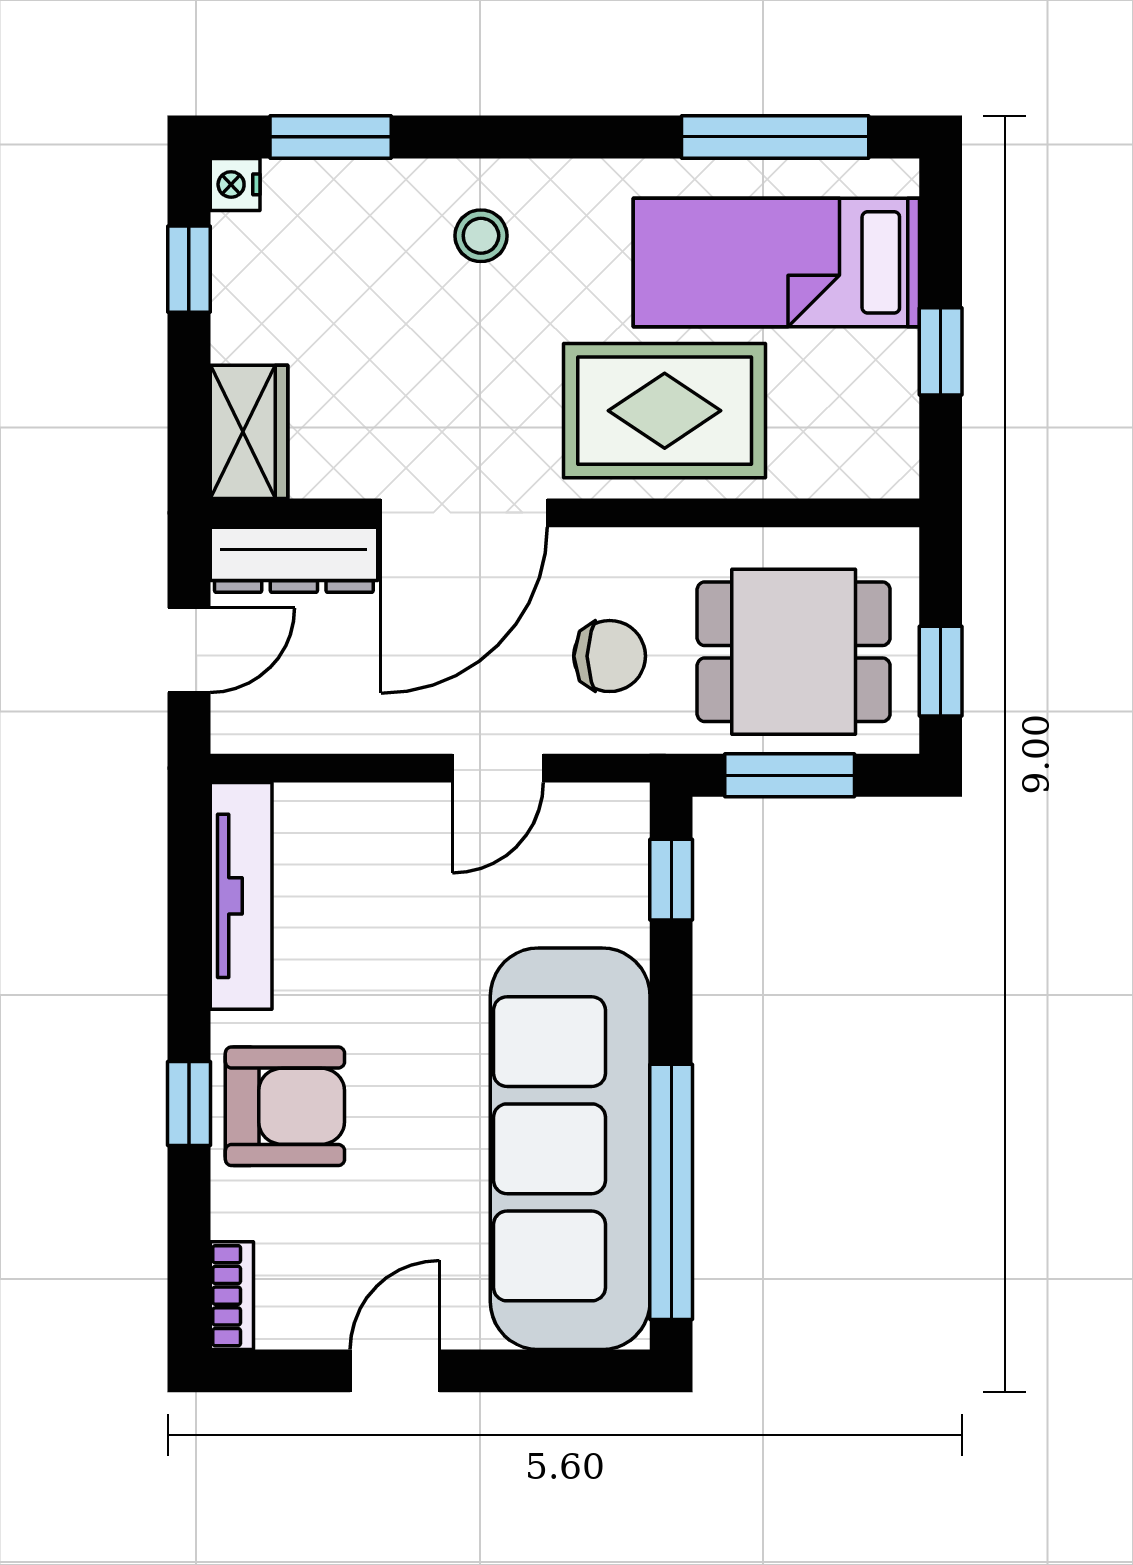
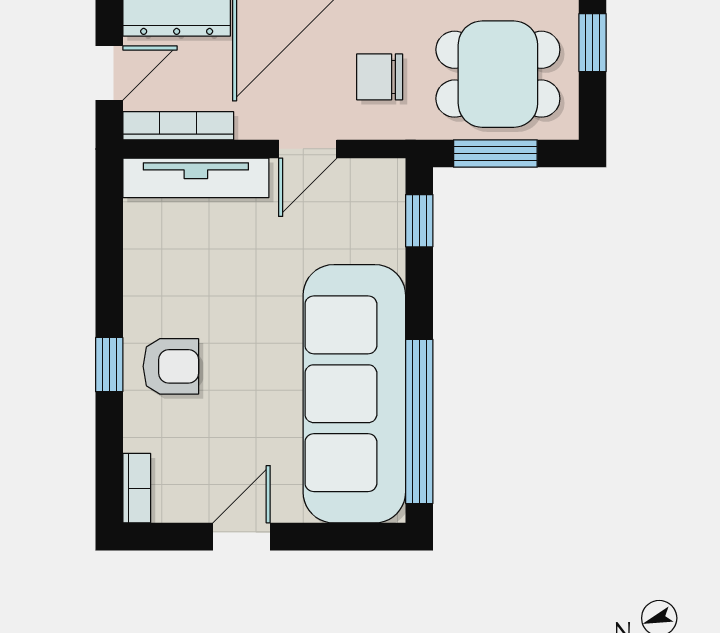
chair: (610, 656) -> (380, 77), turned 180
window: (941, 671) -> (593, 43), moved
bookcase: (296, 732) -> (178, 126), added
tv unit: (241, 896) -> (196, 178), moved, turned 90
armchair: (285, 1106) -> (171, 366), width x0.72, depth x0.72

